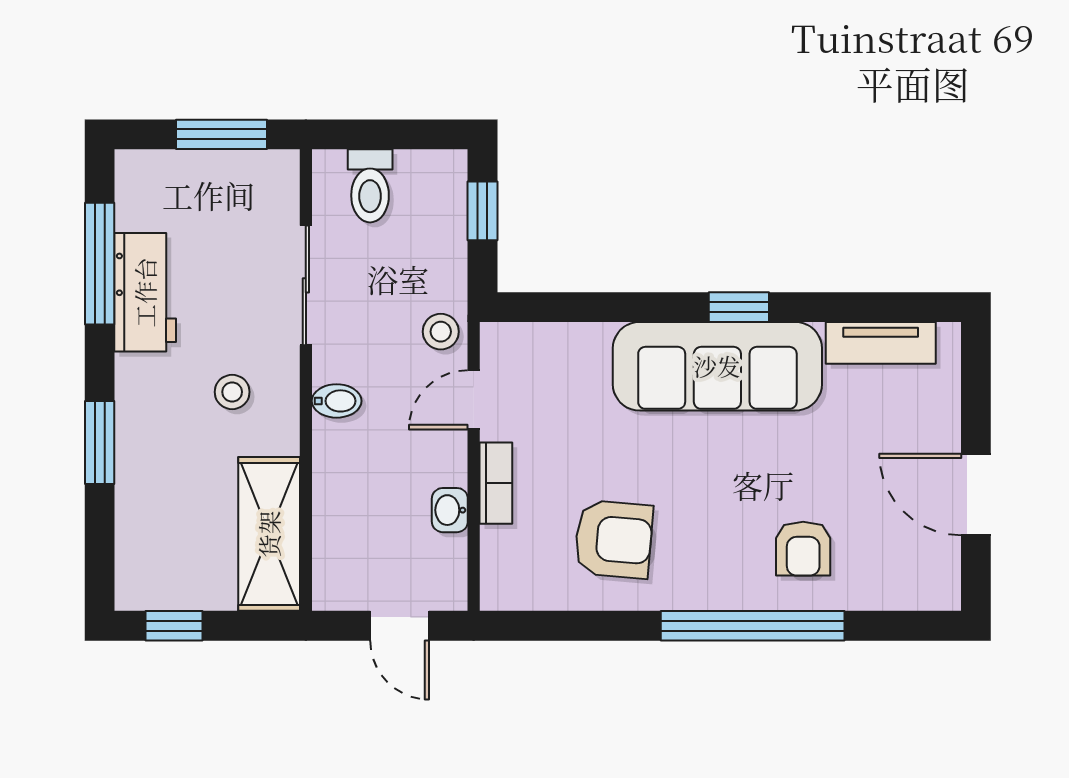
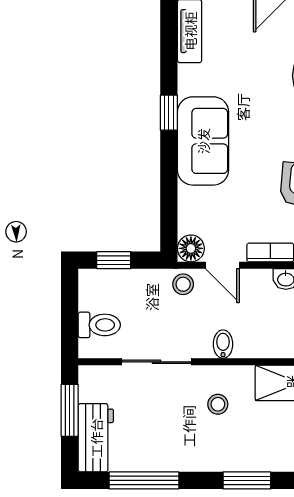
workbench: (145, 292) -> (96, 438), moved, turned 90
floor lamp: (503, 345) -> (191, 248), added
sofa: (717, 366) -> (203, 141), width x0.73

